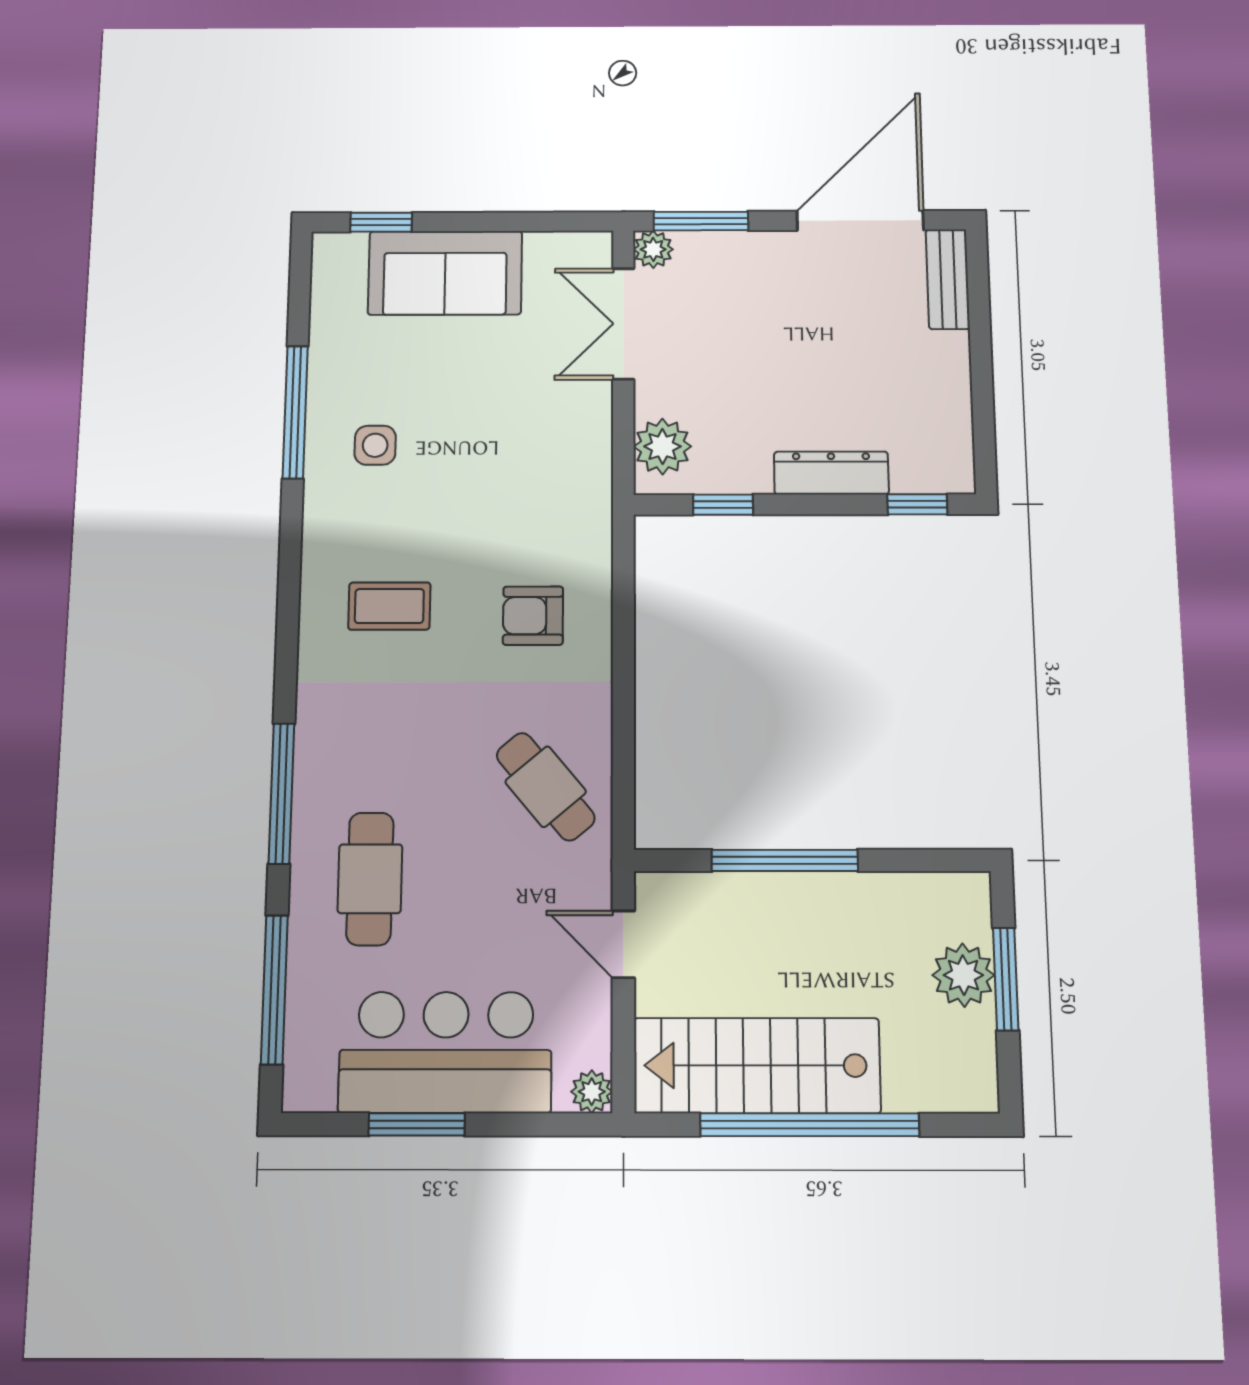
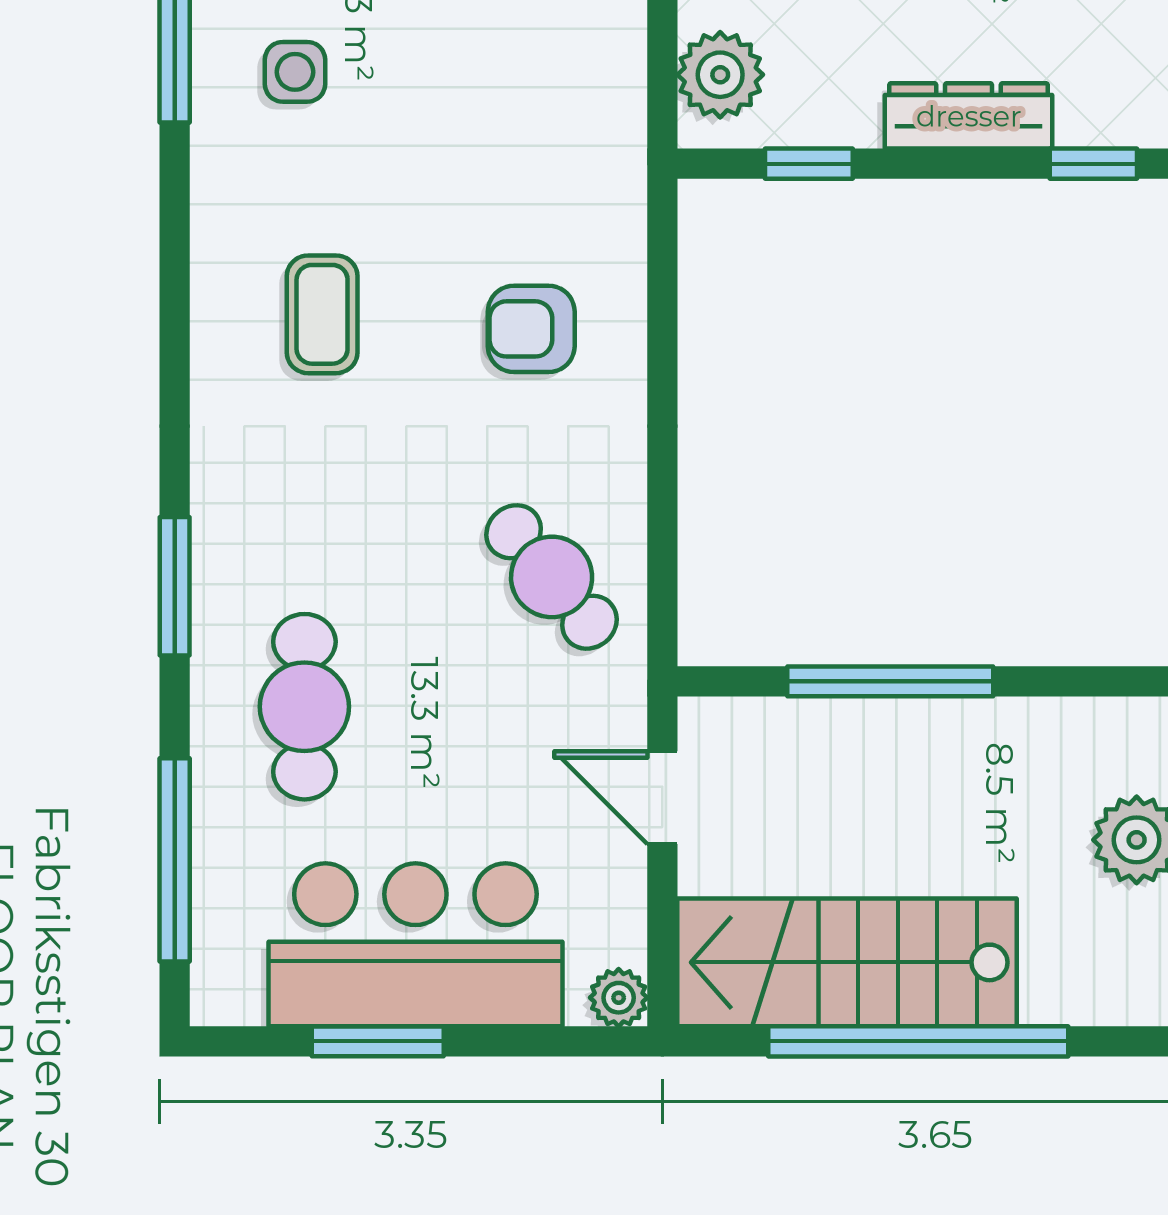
coffee table: (389, 606) -> (322, 314), turned 90
window: (281, 793) -> (175, 586), width x0.69

